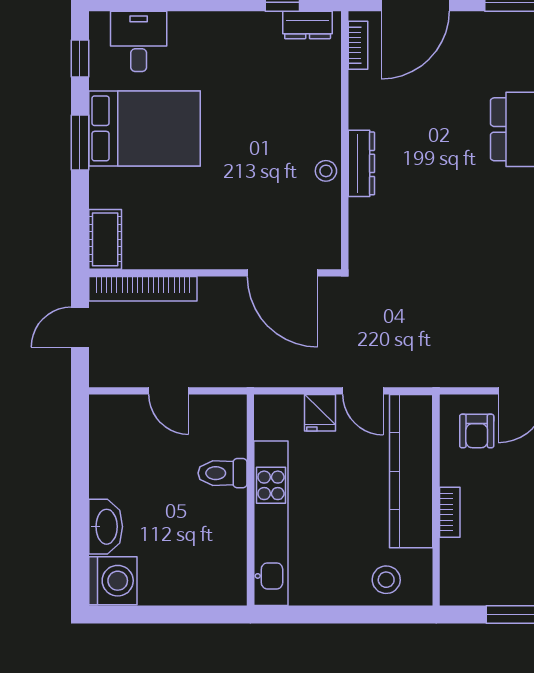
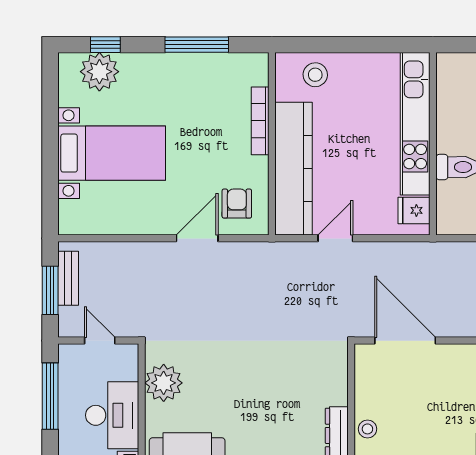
door: (363, 391) -> (335, 238), hinge flipped
fridge: (320, 413) -> (414, 210), moved, turned -90
bookcase: (450, 512) -> (260, 121), width x1.56

